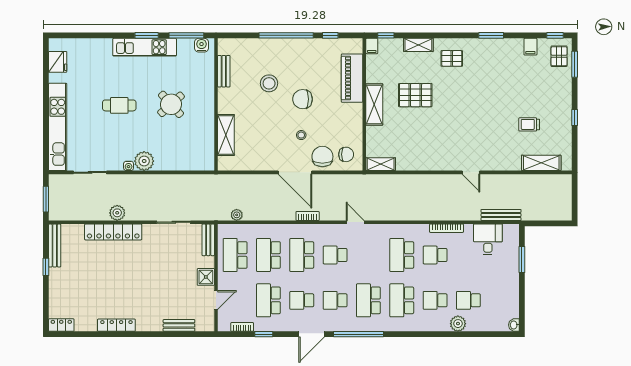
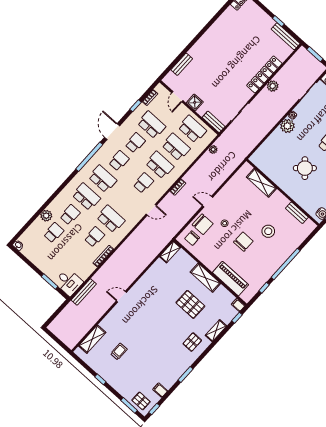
pallet: (415, 95) -> (190, 304), turned 90
door: (295, 172) -> (208, 202), width x0.53
desk: (488, 239) -> (69, 282), moved
locker: (116, 325) -> (212, 31), removed

